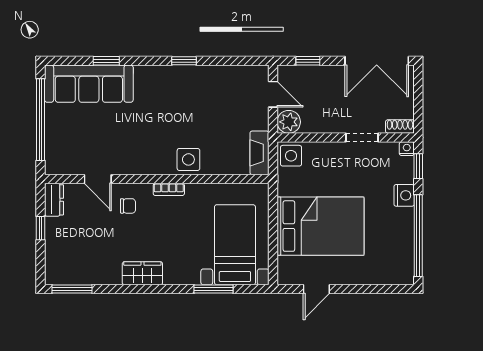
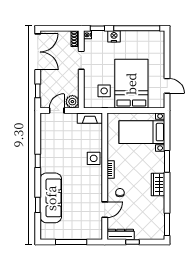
sofa: (89, 84) -> (51, 198), moved
window: (41, 120) -> (71, 242), width x0.68
side table: (291, 156) -> (104, 91), moved
dresser: (54, 200) -> (121, 234), width x1.44
window: (213, 289) -> (167, 161), moved

